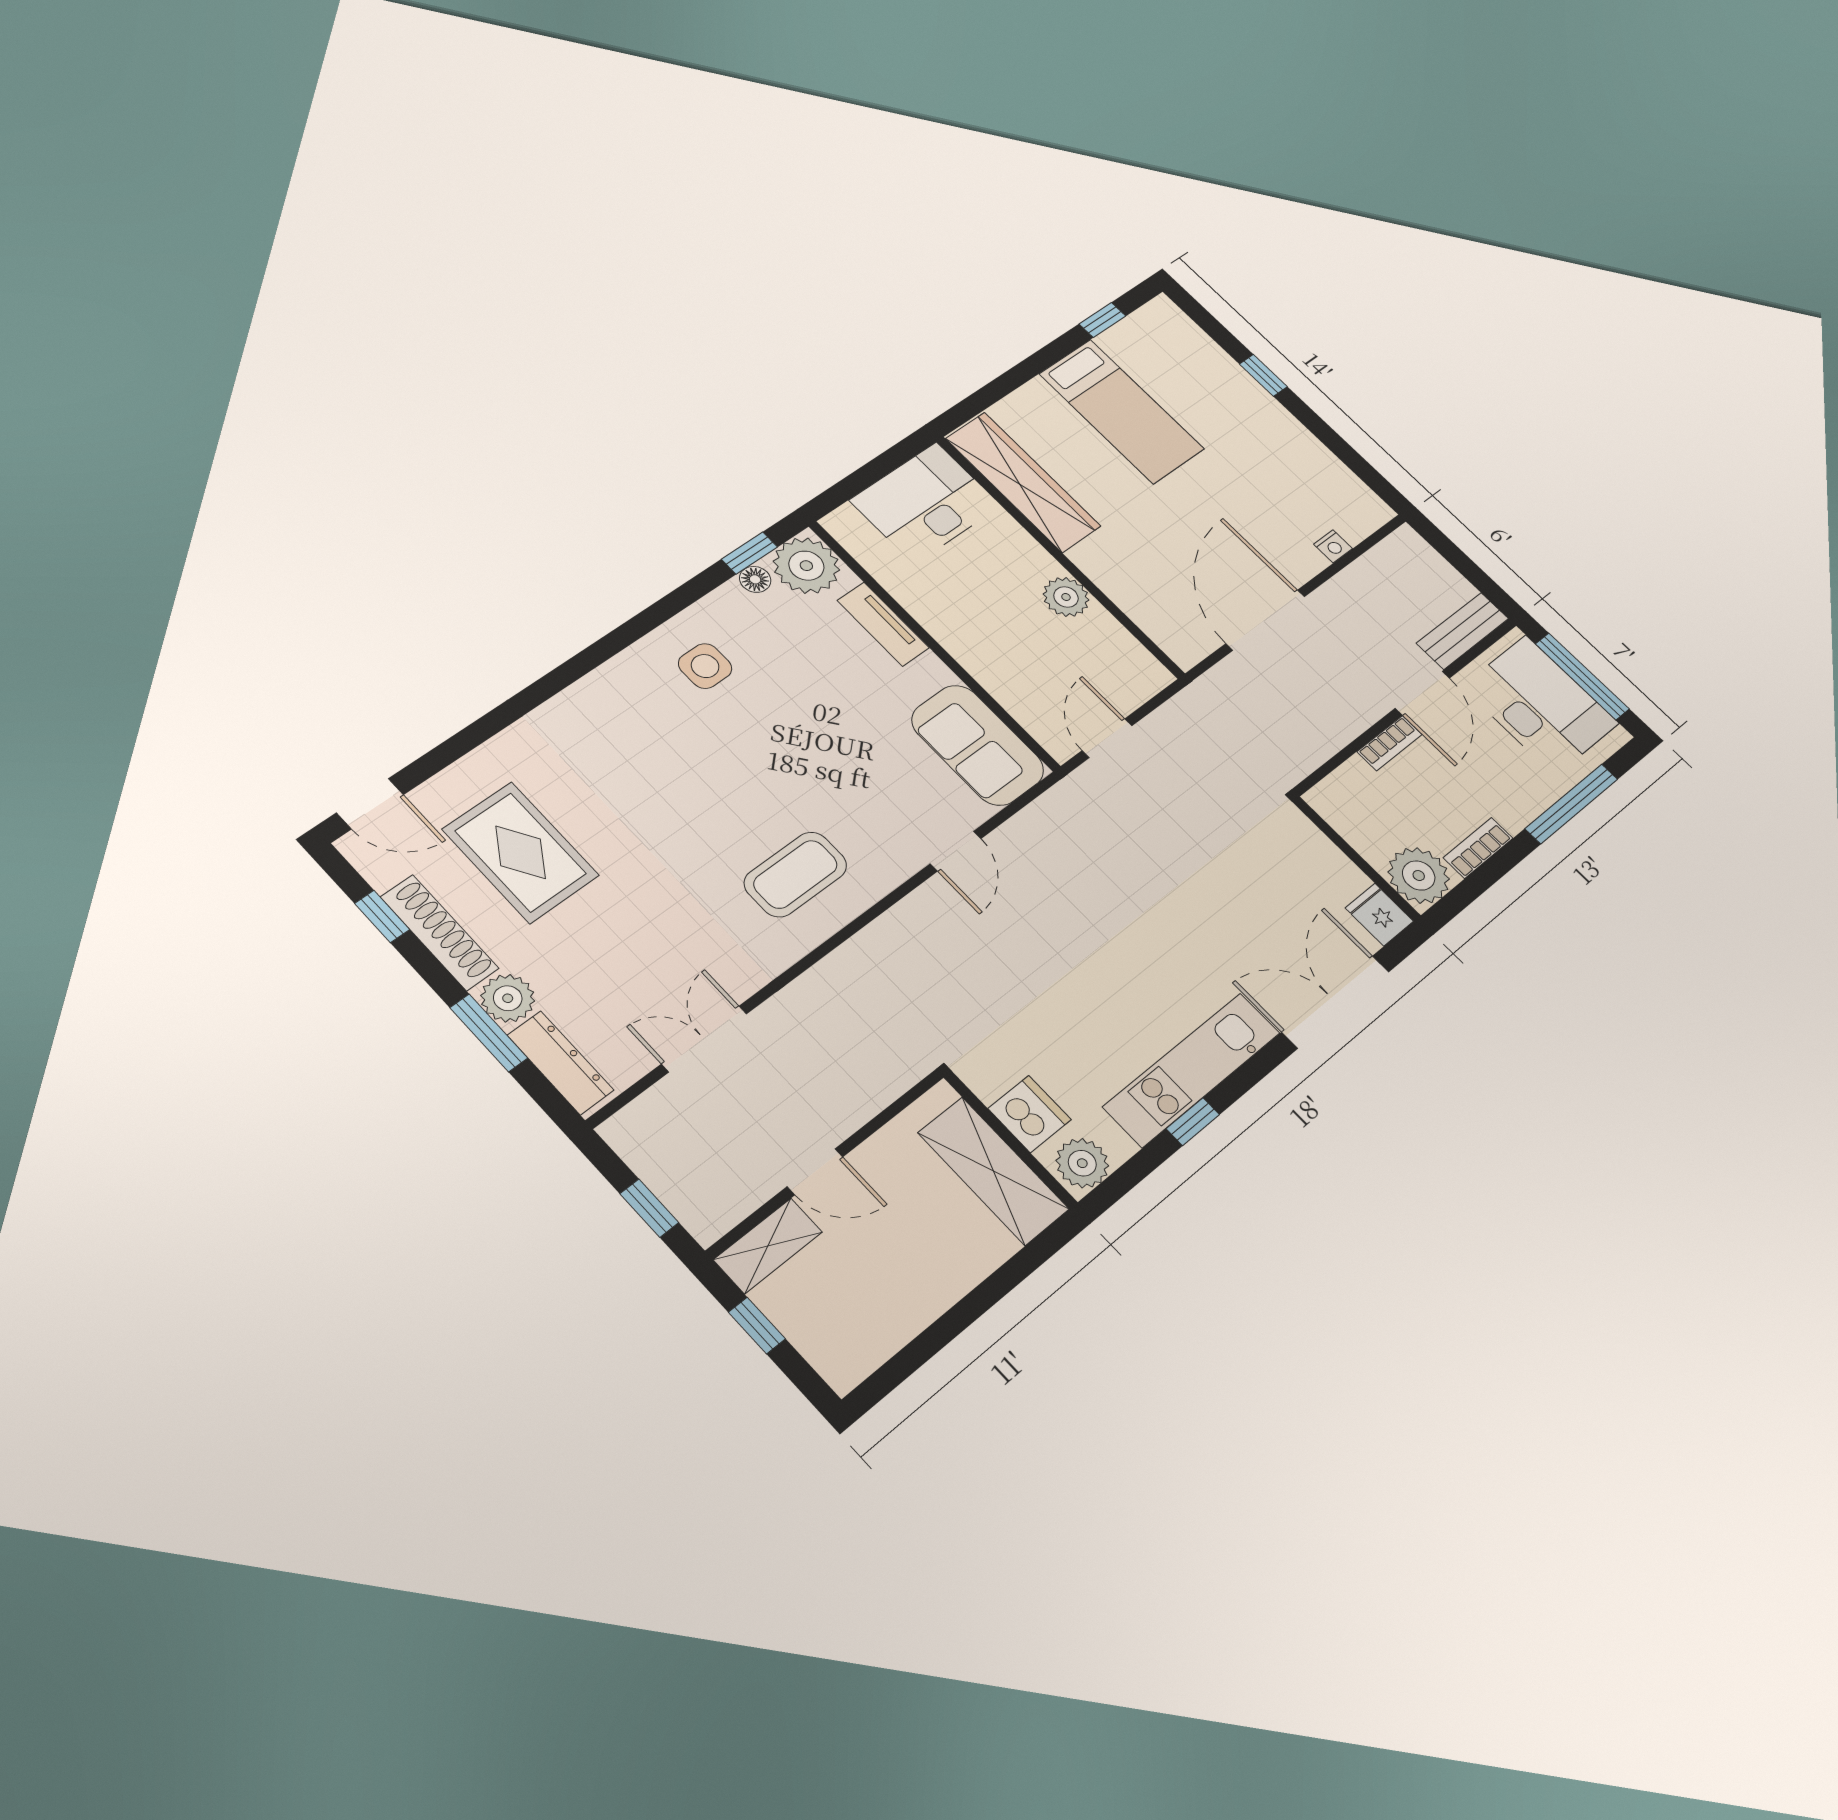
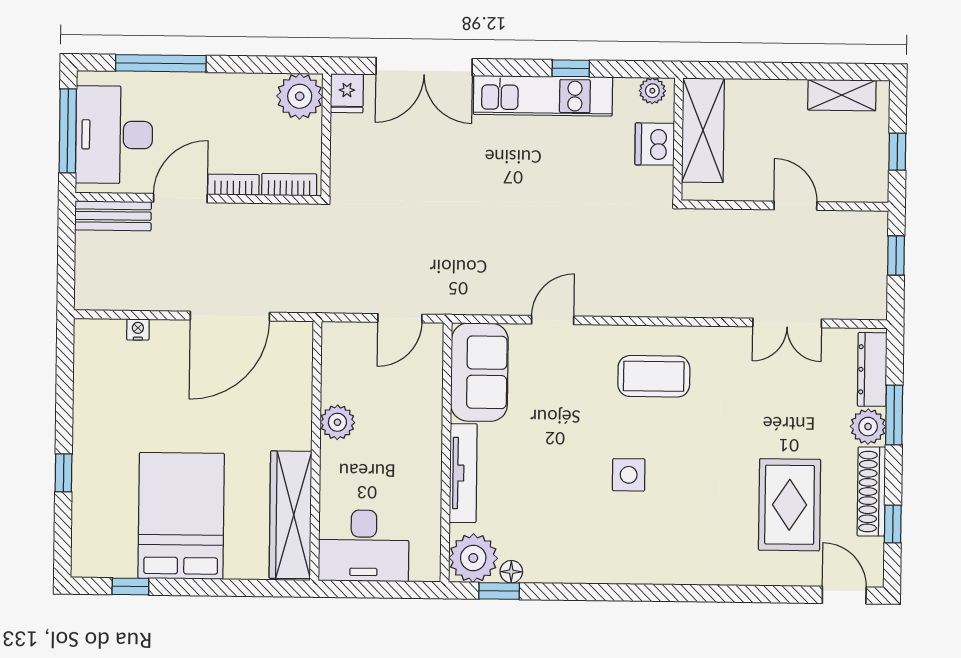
bed: (1122, 411) -> (181, 516), width x1.50
tv unit: (883, 624) -> (463, 473), width x1.41
side table: (705, 666) -> (629, 475), moved
bookcase: (1478, 848) -> (289, 185), moved, turned 180
plant: (1082, 1163) -> (652, 91), width x0.73, depth x0.73
shelving: (768, 1246) -> (842, 95), moved

